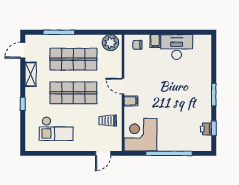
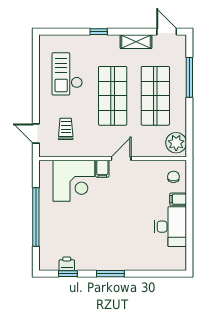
trolley: (108, 121) -> (66, 129), moved
corner desk: (140, 135) -> (74, 181), moved, turned 90

